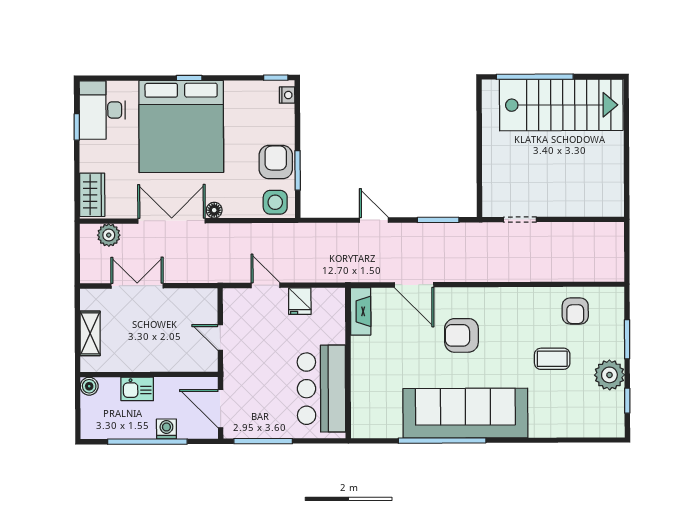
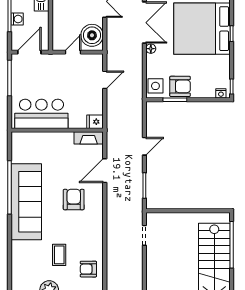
fridge: (300, 301) -> (95, 122), moved
boiler: (193, 306) -> (92, 35), added

